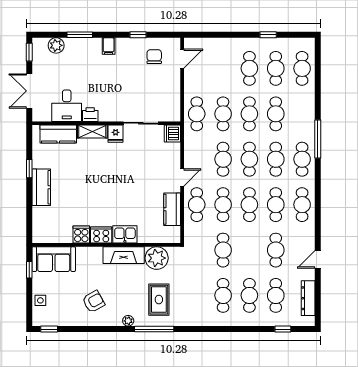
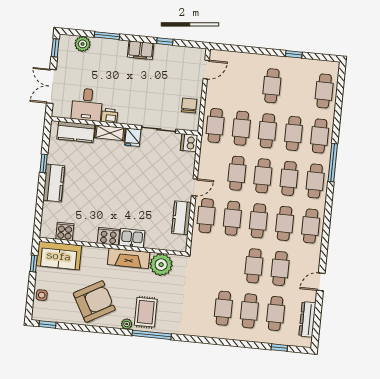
filing cabinet: (109, 46) -> (141, 50), width x2.00
chair: (154, 57) -> (189, 106), moved
cafe table: (276, 68) -> (320, 136), moved
cooker: (81, 235) -> (65, 231), moved
cafe table: (223, 250) -> (254, 266), moved
rug: (159, 300) -> (146, 312), moved
armchair: (94, 302) -> (94, 302), width x1.88, depth x1.88

